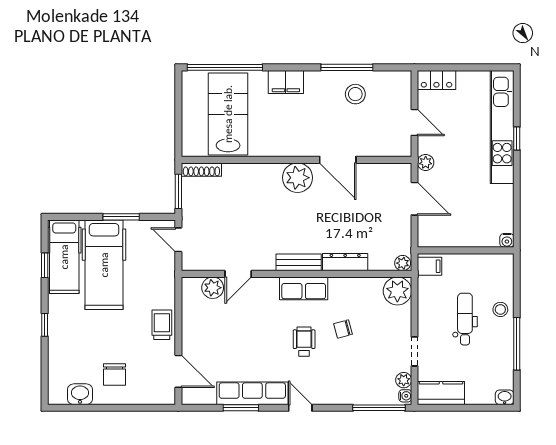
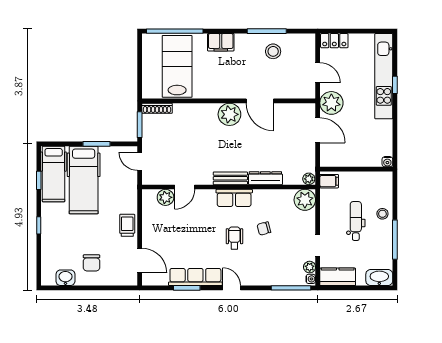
plant: (426, 162) -> (331, 103), width x1.87, depth x1.87
washbasin: (505, 397) -> (379, 278), width x1.91, depth x1.45

